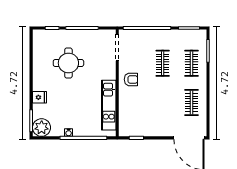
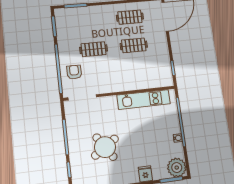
round table: (68, 63) -> (105, 147), turned -34
clothes rail: (191, 63) -> (134, 45), moved
armchair: (131, 79) -> (74, 72), moved

